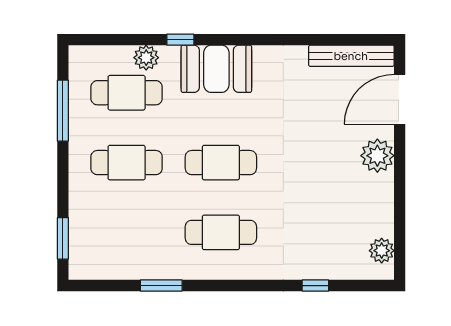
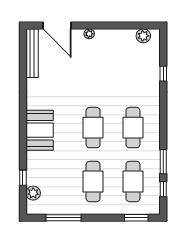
window: (180, 40) -> (23, 178), moved
plant: (146, 58) -> (33, 193), moved
cafe table: (127, 93) -> (133, 181), moved
plant: (377, 156) -> (89, 34), width x0.53, depth x0.53
window: (113, 286) -> (163, 189), added

